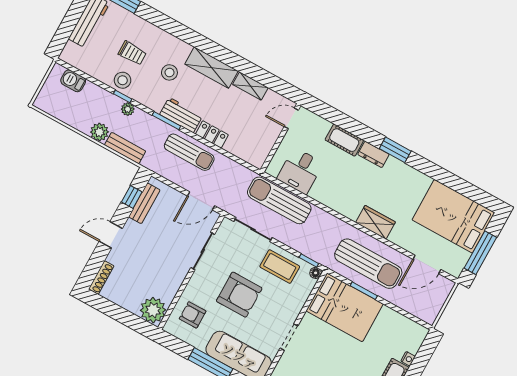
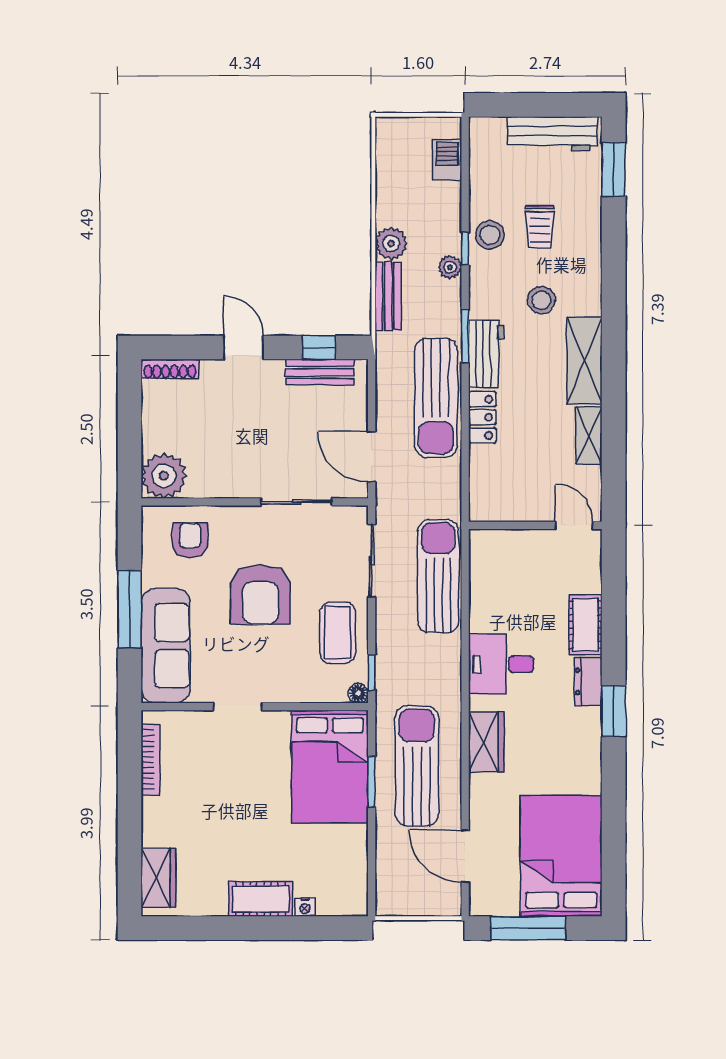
sun lounger: (189, 152) -> (436, 398), width x1.36, depth x1.34
desk: (300, 171) -> (501, 664), moved
sun lounger: (368, 264) -> (417, 766), turned 180

